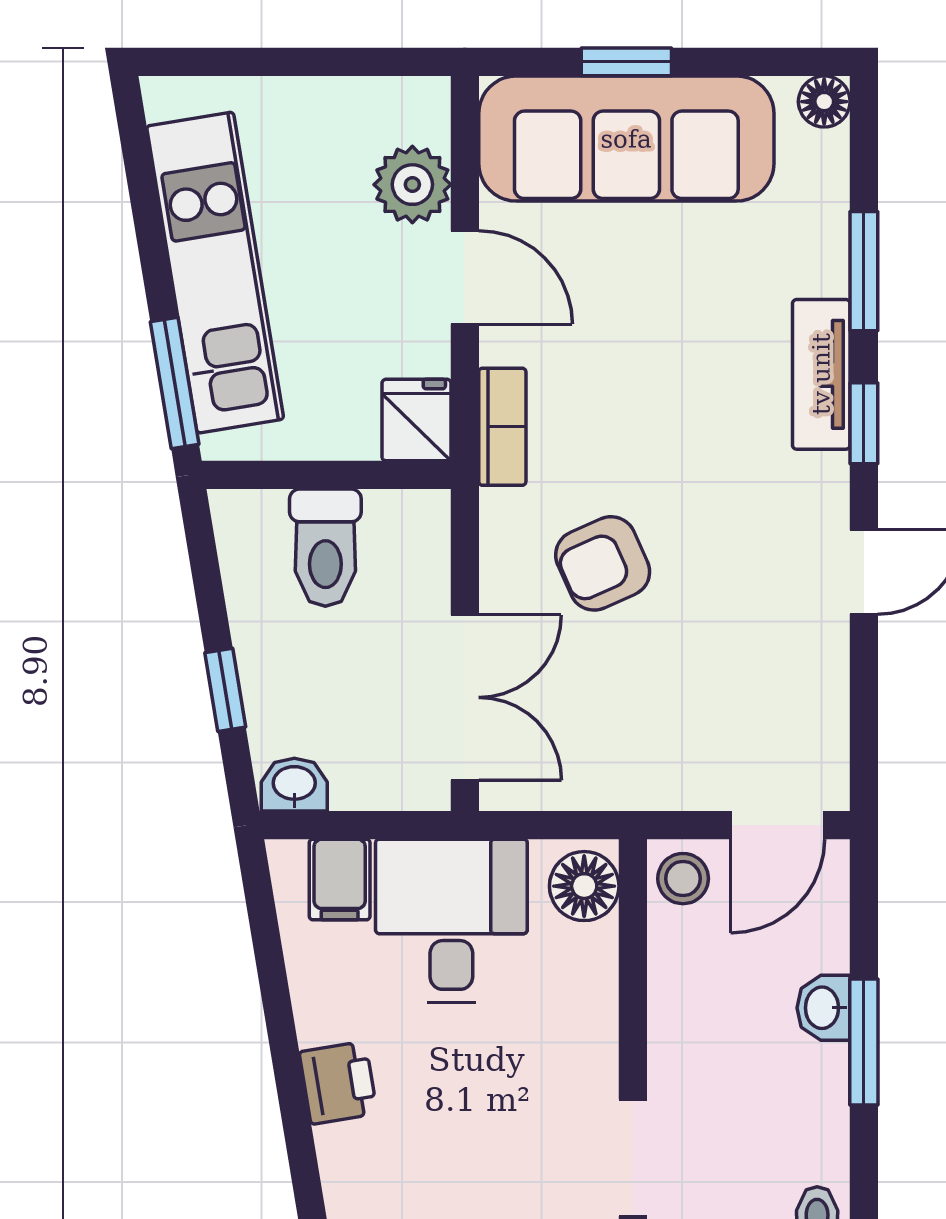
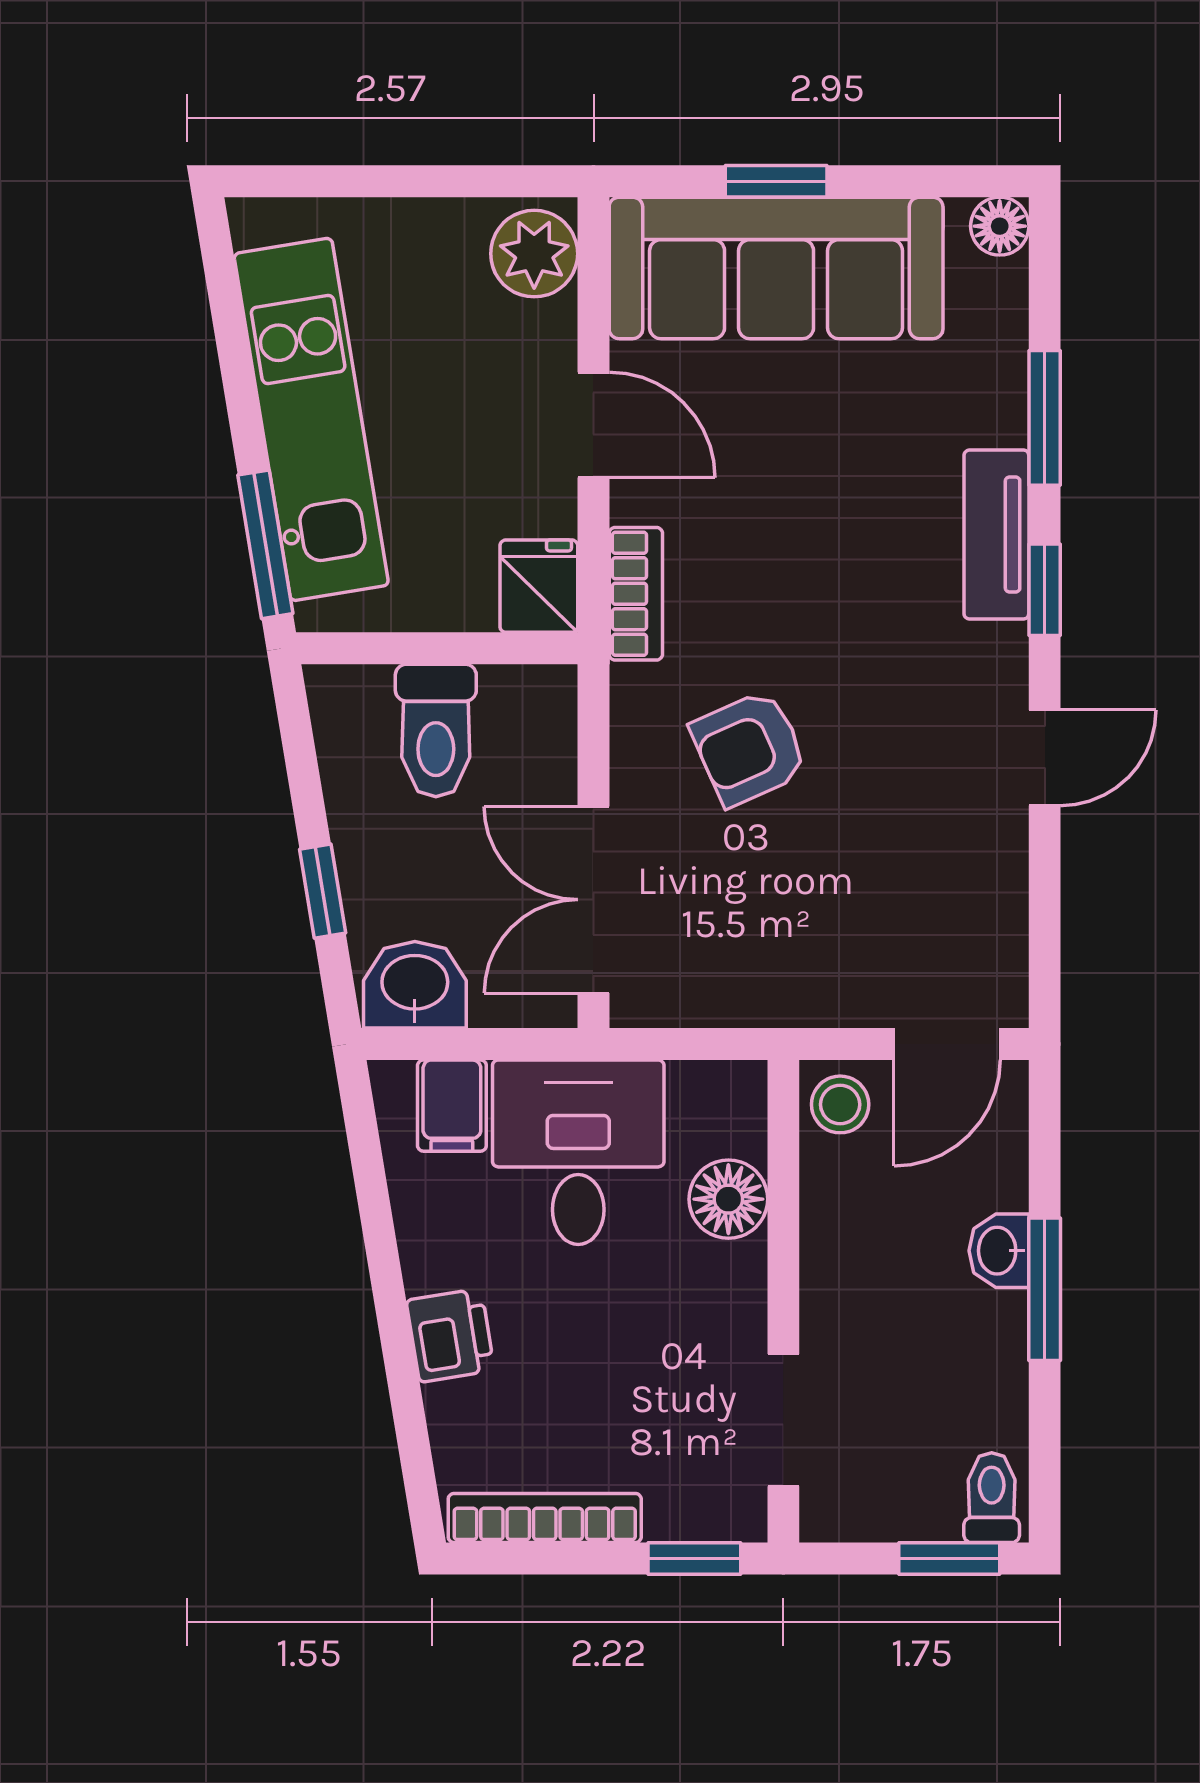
plant: (412, 185) -> (534, 254), moved
double door: (465, 697) -> (593, 900), swing flipped
washbasin: (294, 785) -> (415, 985), width x1.38, depth x1.45
floor lamp: (584, 886) -> (728, 1199), moved

